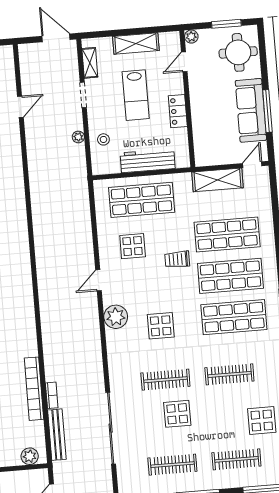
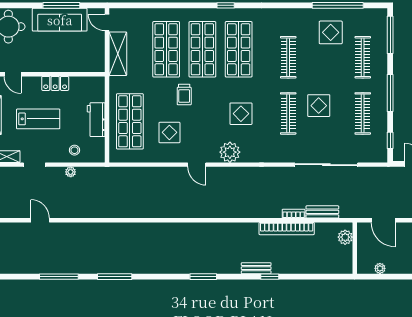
workbench: (148, 161) -> (96, 120), width x0.73
bench: (57, 435) -> (322, 212), width x0.73

